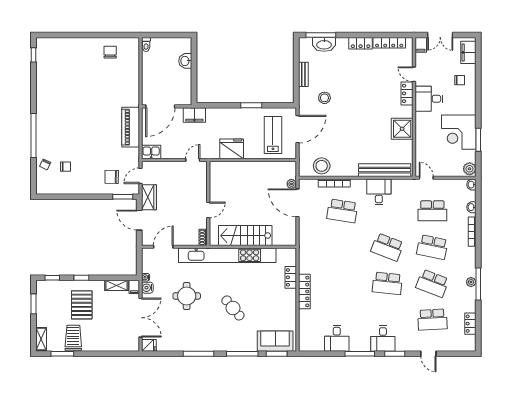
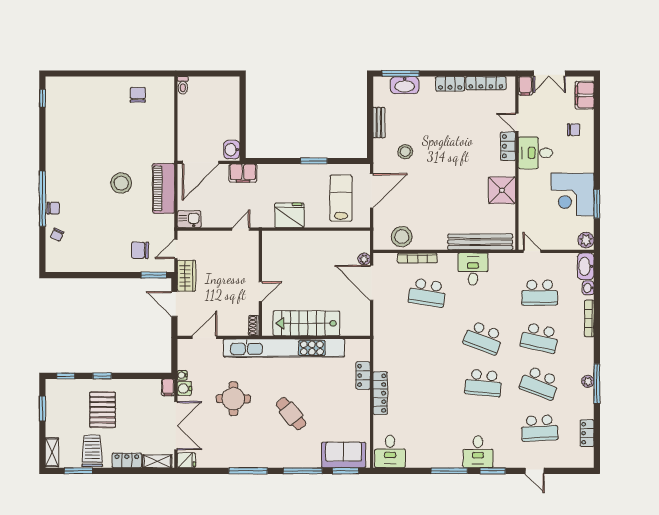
washbasin: (185, 61) -> (232, 150), moved
stool: (97, 123) -> (121, 183), added
chair: (66, 167) -> (53, 208), moved
washbasin: (471, 185) -> (586, 266), width x1.91, depth x1.45
shelving: (117, 285) -> (157, 461), moved
desk: (337, 338) -> (390, 451), moved
locker: (101, 345) -> (127, 460), added

